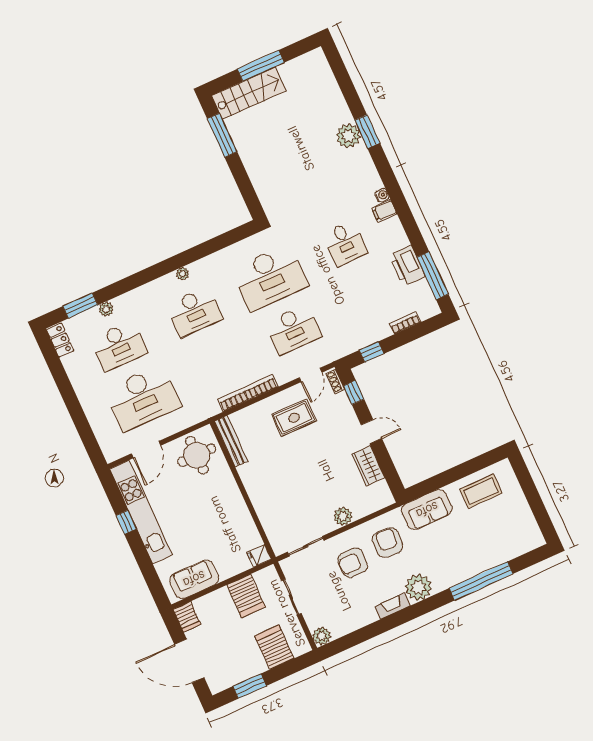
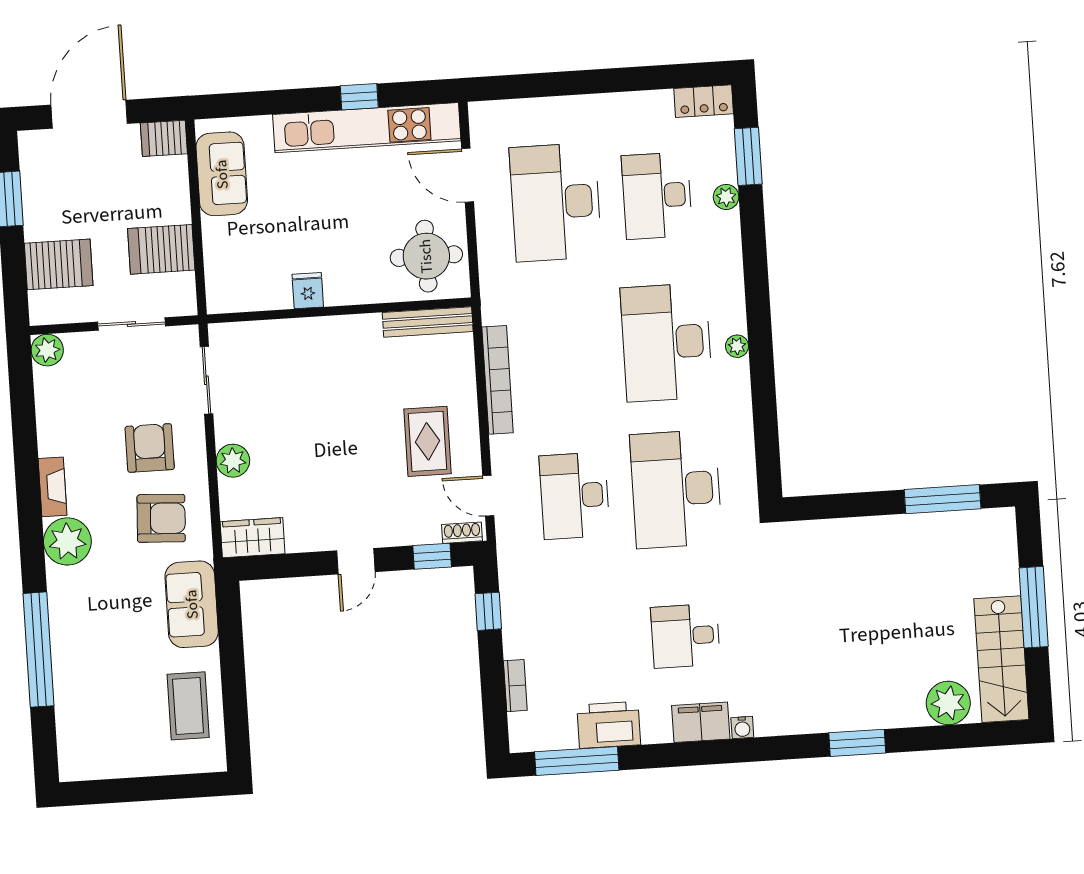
stairs: (249, 93) -> (1001, 659), moved
plant: (348, 136) -> (948, 703), moved
filing cabinet: (384, 211) -> (701, 722), width x2.00
desk: (194, 312) -> (666, 342), width x1.36, depth x1.30
wardrobe: (368, 466) -> (253, 538), moved
fridge: (259, 556) -> (308, 291), moved

